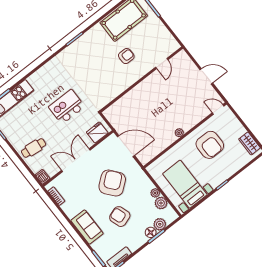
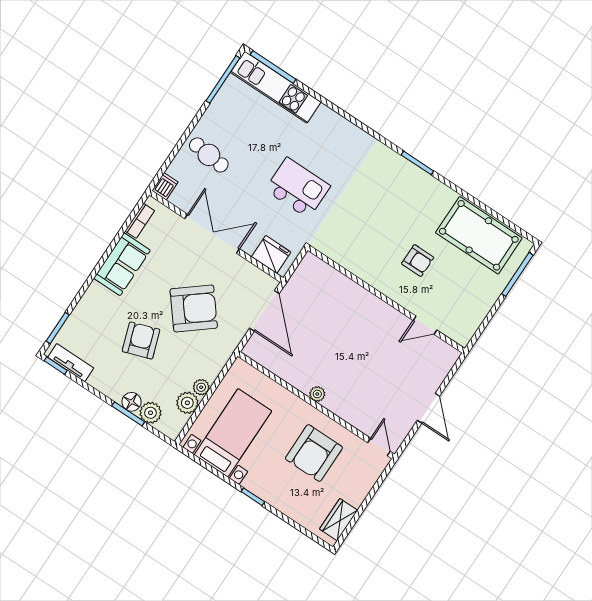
sofa: (87, 227) -> (122, 264), moved

